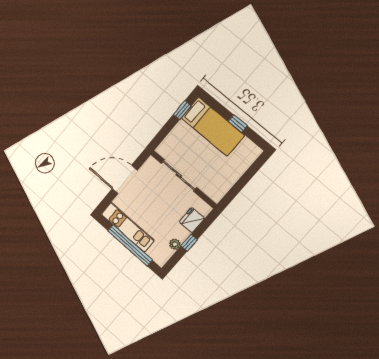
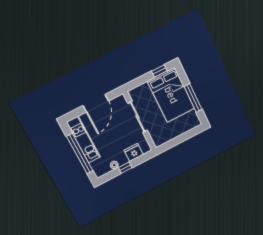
window: (238, 123) -> (193, 98), width x2.17
bed: (213, 127) -> (171, 95), width x1.50
door: (125, 179) -> (96, 103), swing flipped

